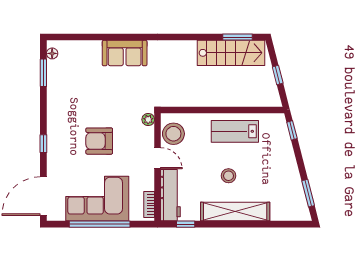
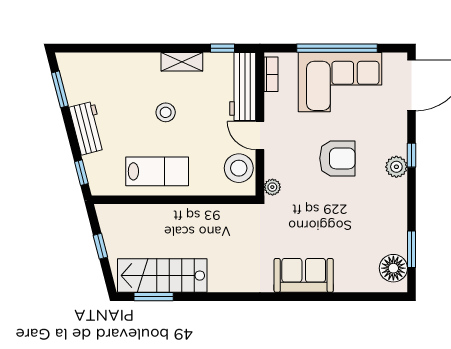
floor lamp: (52, 53) -> (393, 268), width x1.89, depth x1.89
plant: (55, 135) -> (396, 167), added
workbench: (287, 164) -> (88, 128), added
shelving: (235, 212) -> (182, 62), width x0.45, depth x0.75

